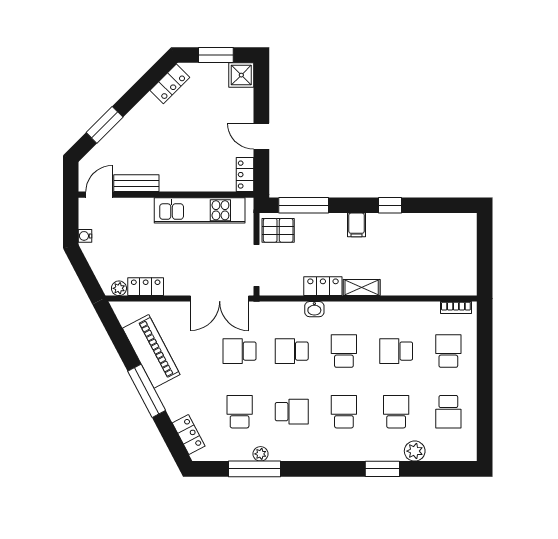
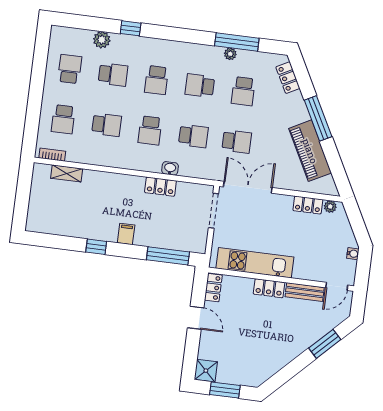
locker: (170, 84) -> (269, 288), moved, turned -135
pallet: (278, 230) -> (192, 238), removed
shelving: (362, 287) -> (67, 173), moved
school desk: (396, 412) -> (113, 75), turned -90
window: (382, 469) -> (131, 28), width x0.67

